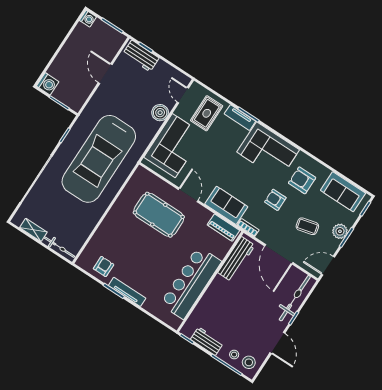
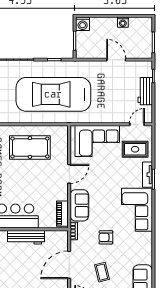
washing machine: (88, 19) -> (123, 22), moved
workbench: (141, 56) -> (145, 91), moved
door: (105, 74) -> (116, 60), hinge flipped
boiler: (160, 113) -> (114, 116), removed
armchair: (302, 180) -> (132, 247), removed
armchair: (275, 200) -> (106, 237), turned -90
pool table: (159, 215) -> (30, 147), moved, turned 90
workbench: (236, 259) -> (26, 237), moved

